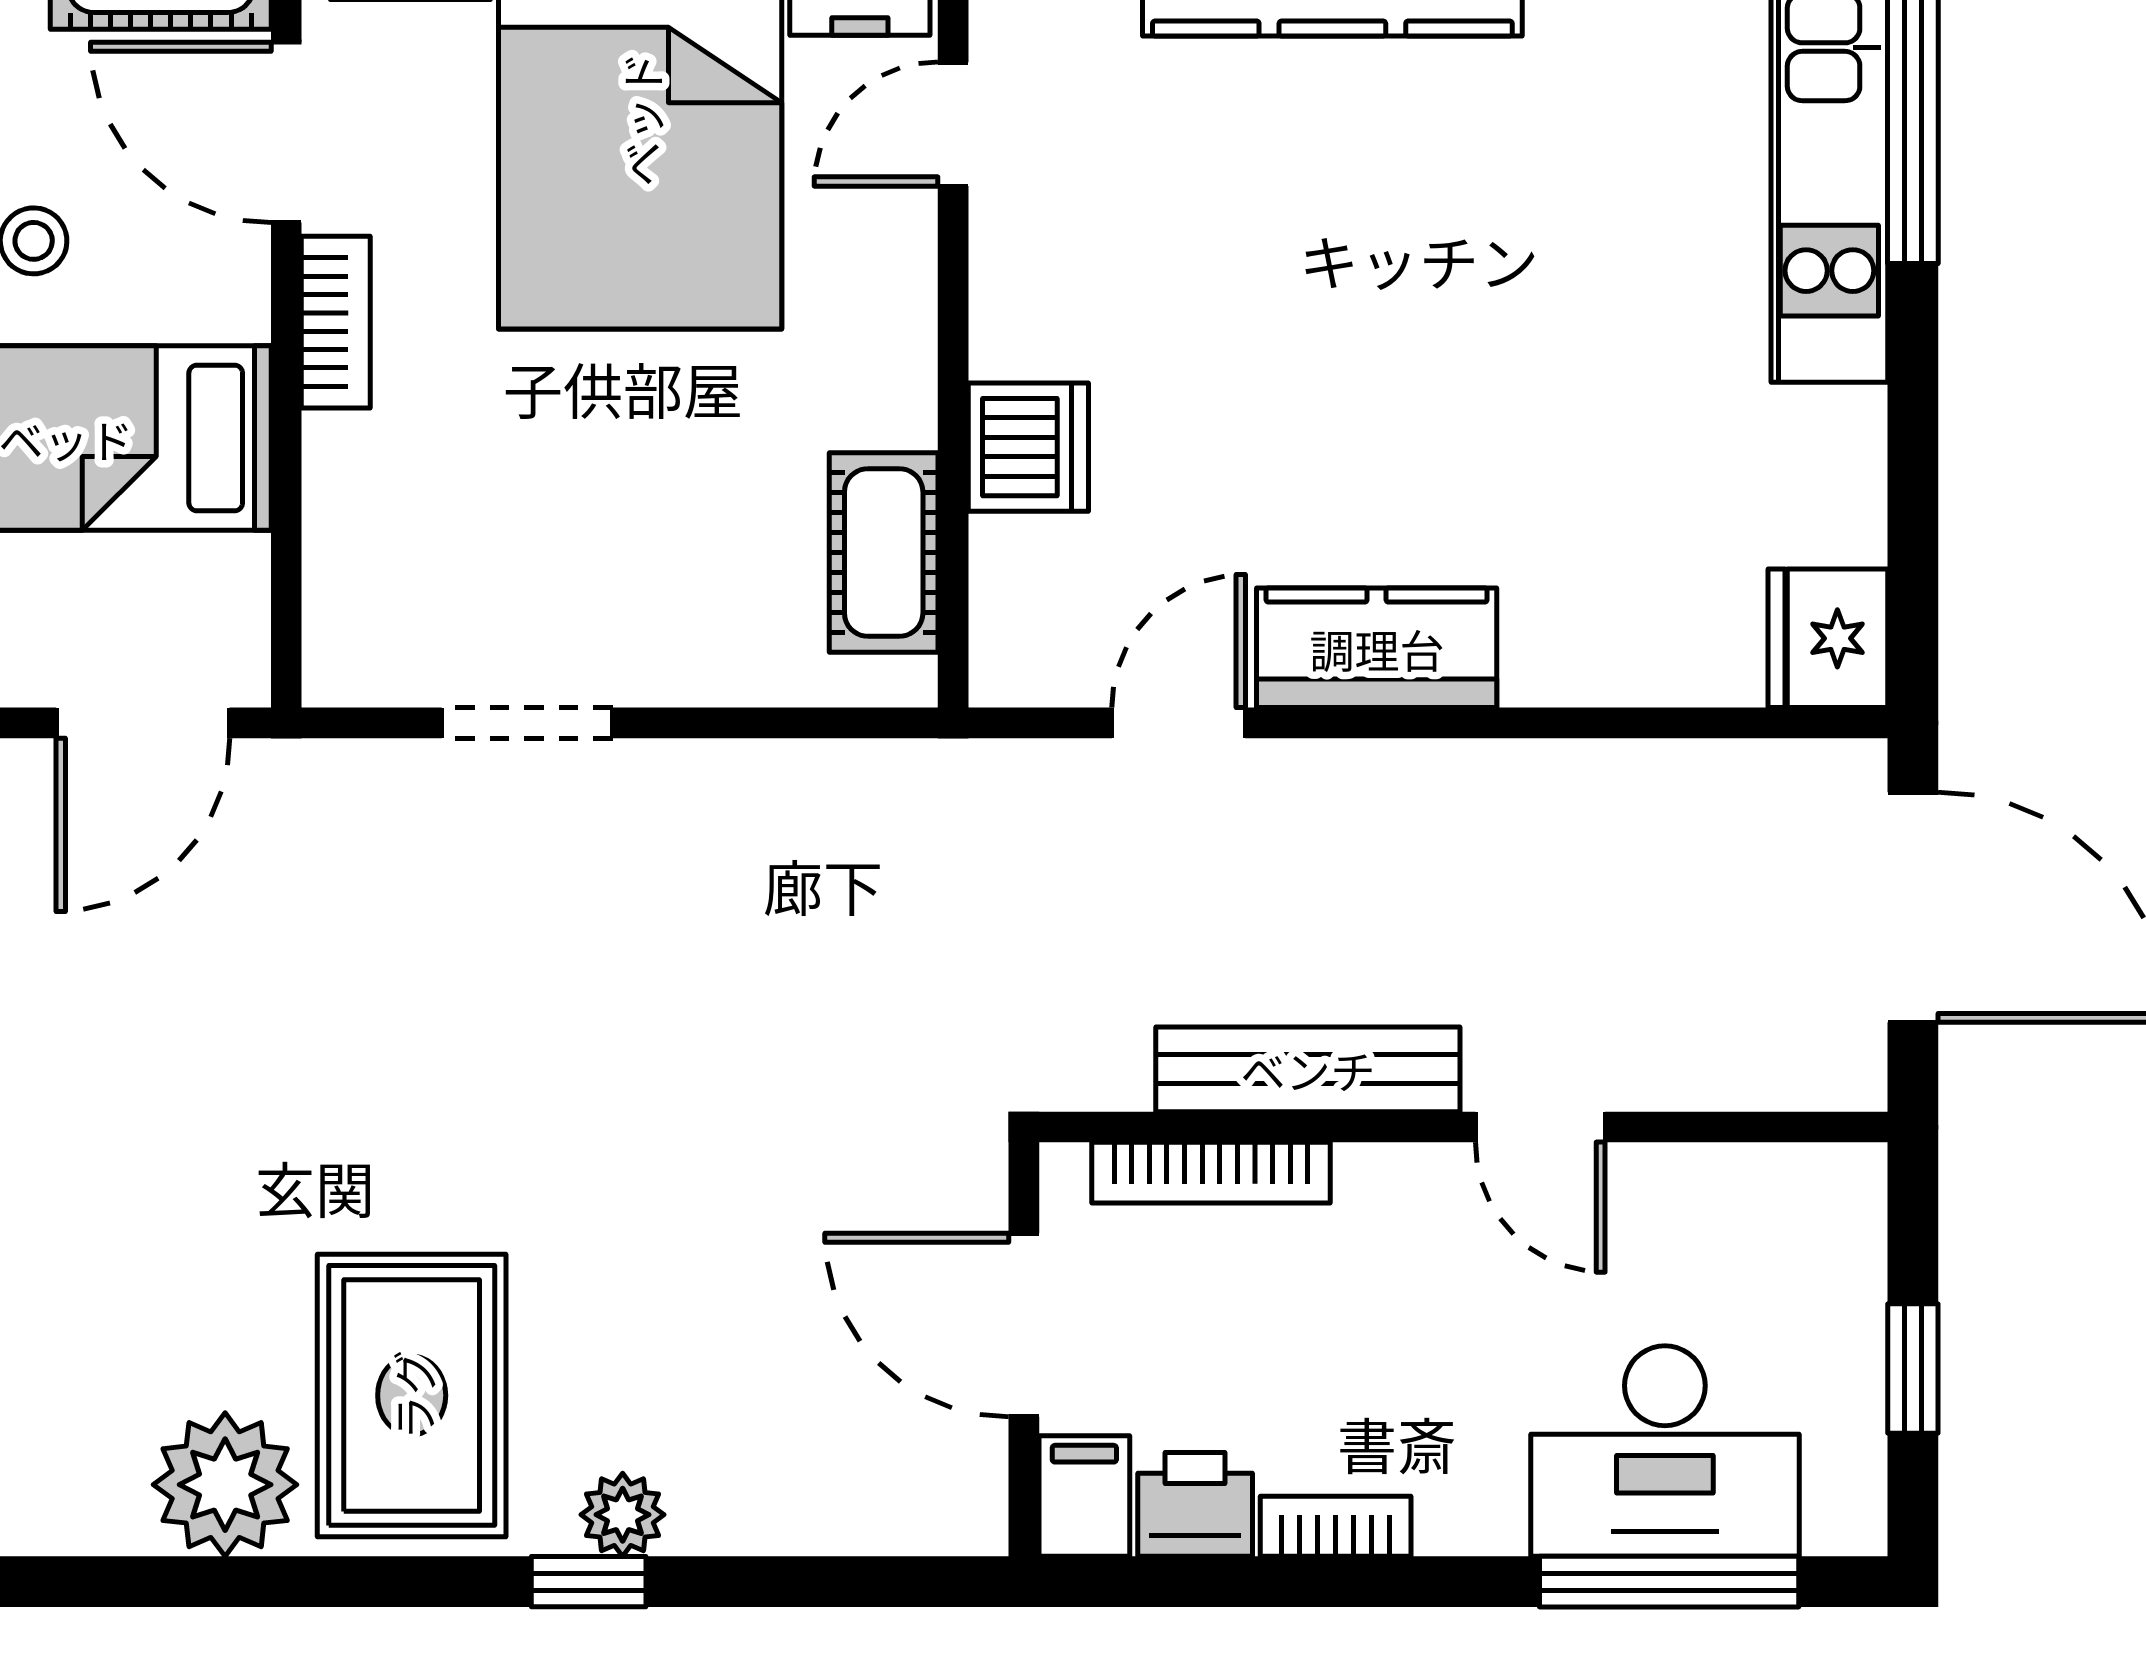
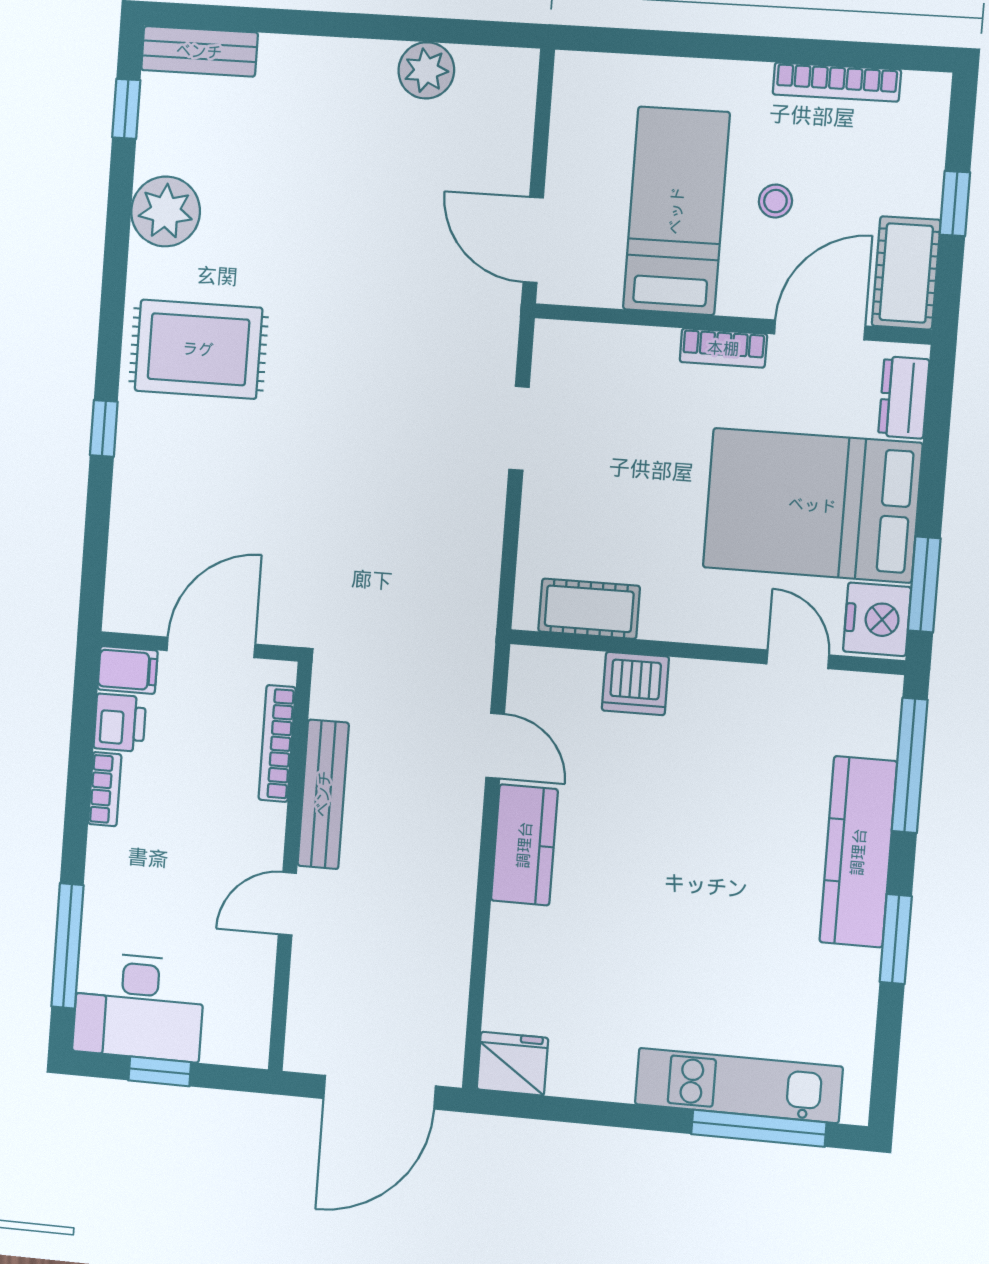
desk: (1665, 1451) -> (139, 1007), moved, turned -90
plant: (225, 1485) -> (166, 211), moved
plant: (623, 1515) -> (134, 447), removed

